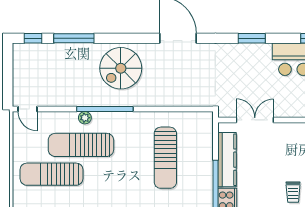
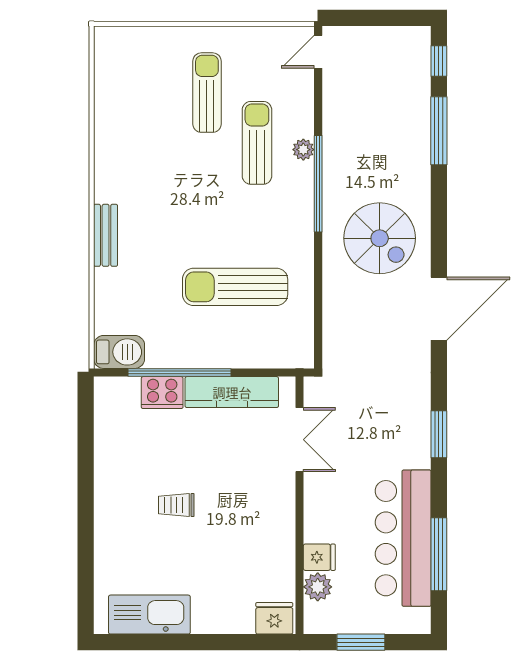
spiral stairs: (121, 68) -> (380, 238), moved, turned 180
sun lounger: (81, 145) -> (257, 143), width x0.73, depth x0.75
sun lounger: (52, 174) -> (207, 93), width x0.73, depth x0.75

